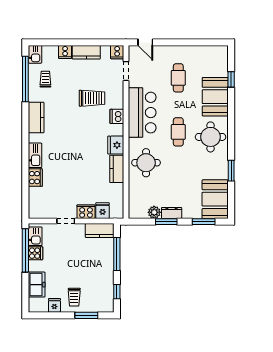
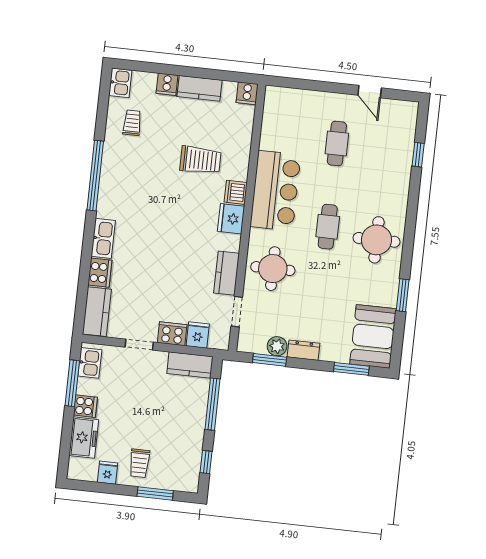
door: (145, 42) -> (370, 92), moved
doorway: (126, 71) -> (237, 312), moved
window: (25, 79) -> (95, 176), moved
booth: (215, 97) -> (391, 179), removed
kitchen counter: (36, 118) -> (97, 312), moved
fridge: (116, 145) -> (231, 219), moved
window: (166, 222) -> (270, 360), moved
window: (25, 250) -> (72, 383), width x0.68
cooker: (36, 253) -> (85, 406), moved

